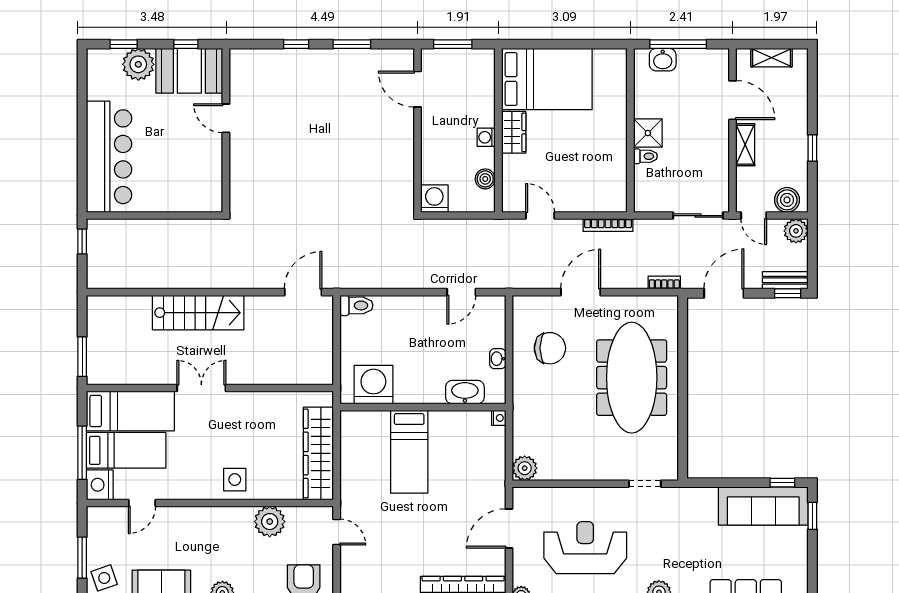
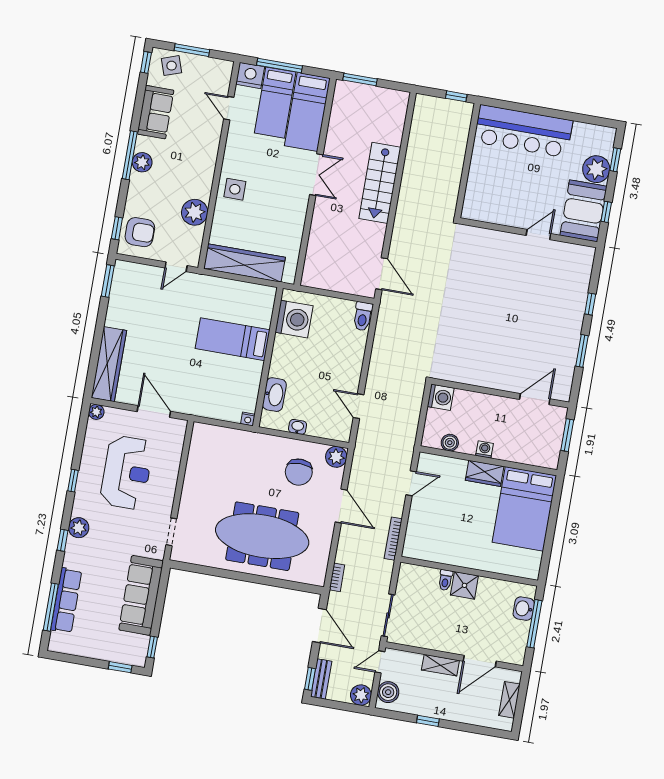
plant: (525, 468) -> (336, 457), moved
sofa: (763, 506) -> (141, 595), moved

